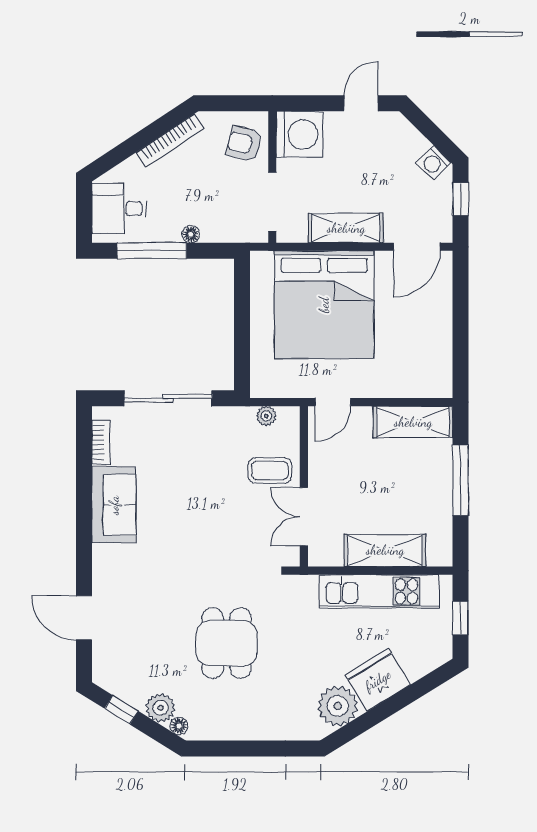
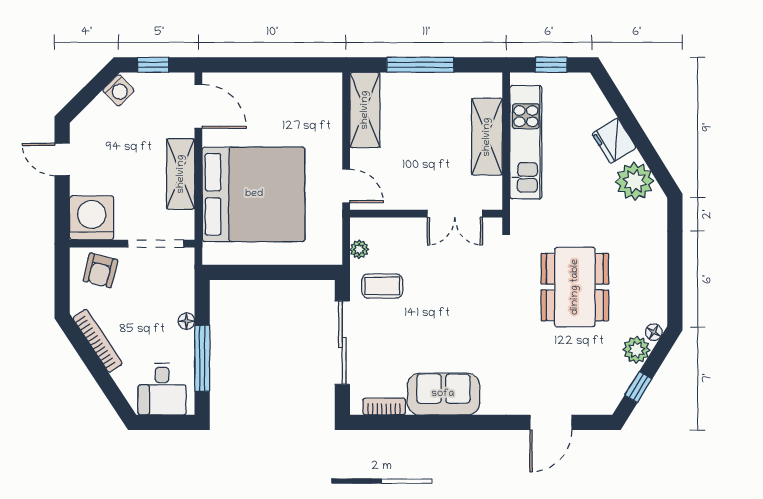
coffee table: (270, 470) -> (382, 286), moved, turned 90
dining table: (227, 643) -> (575, 287), width x1.38
fridge: (378, 680) -> (614, 141), width x0.73, depth x0.75

